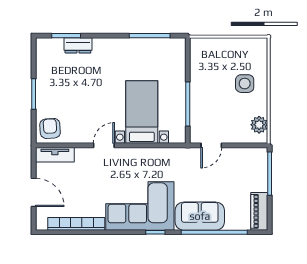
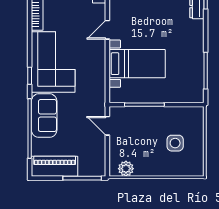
side table: (245, 84) -> (175, 143), moved
door: (104, 145) -> (107, 30), swing flipped
piano: (259, 211) -> (55, 166), width x1.37, depth x1.33

